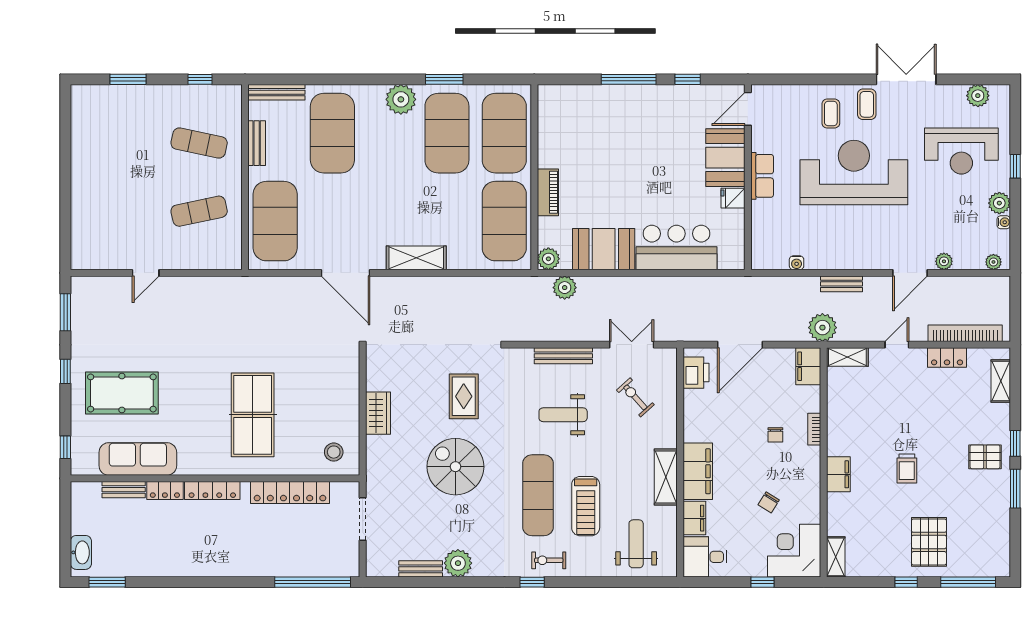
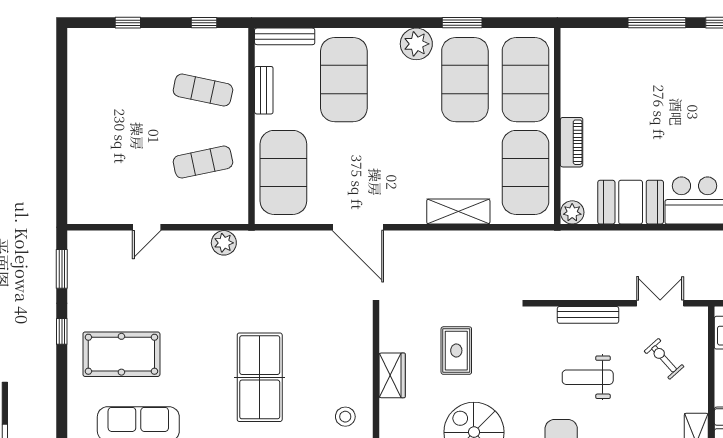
window: (128, 79) -> (128, 23), width x0.67
shelving: (416, 258) -> (458, 211), moved
plant: (565, 288) -> (224, 243), moved
rug: (464, 396) -> (456, 351), moved
window: (65, 447) -> (62, 412), removed

